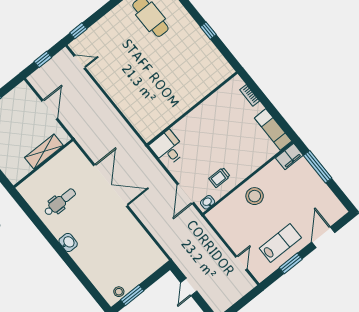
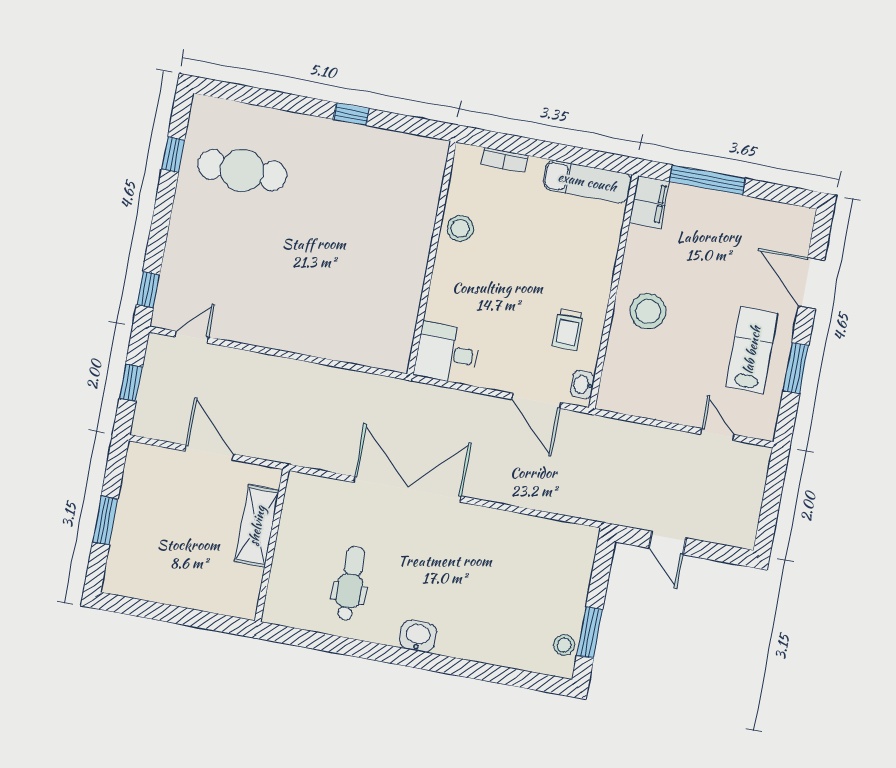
stool: (212, 107) -> (460, 228), added

